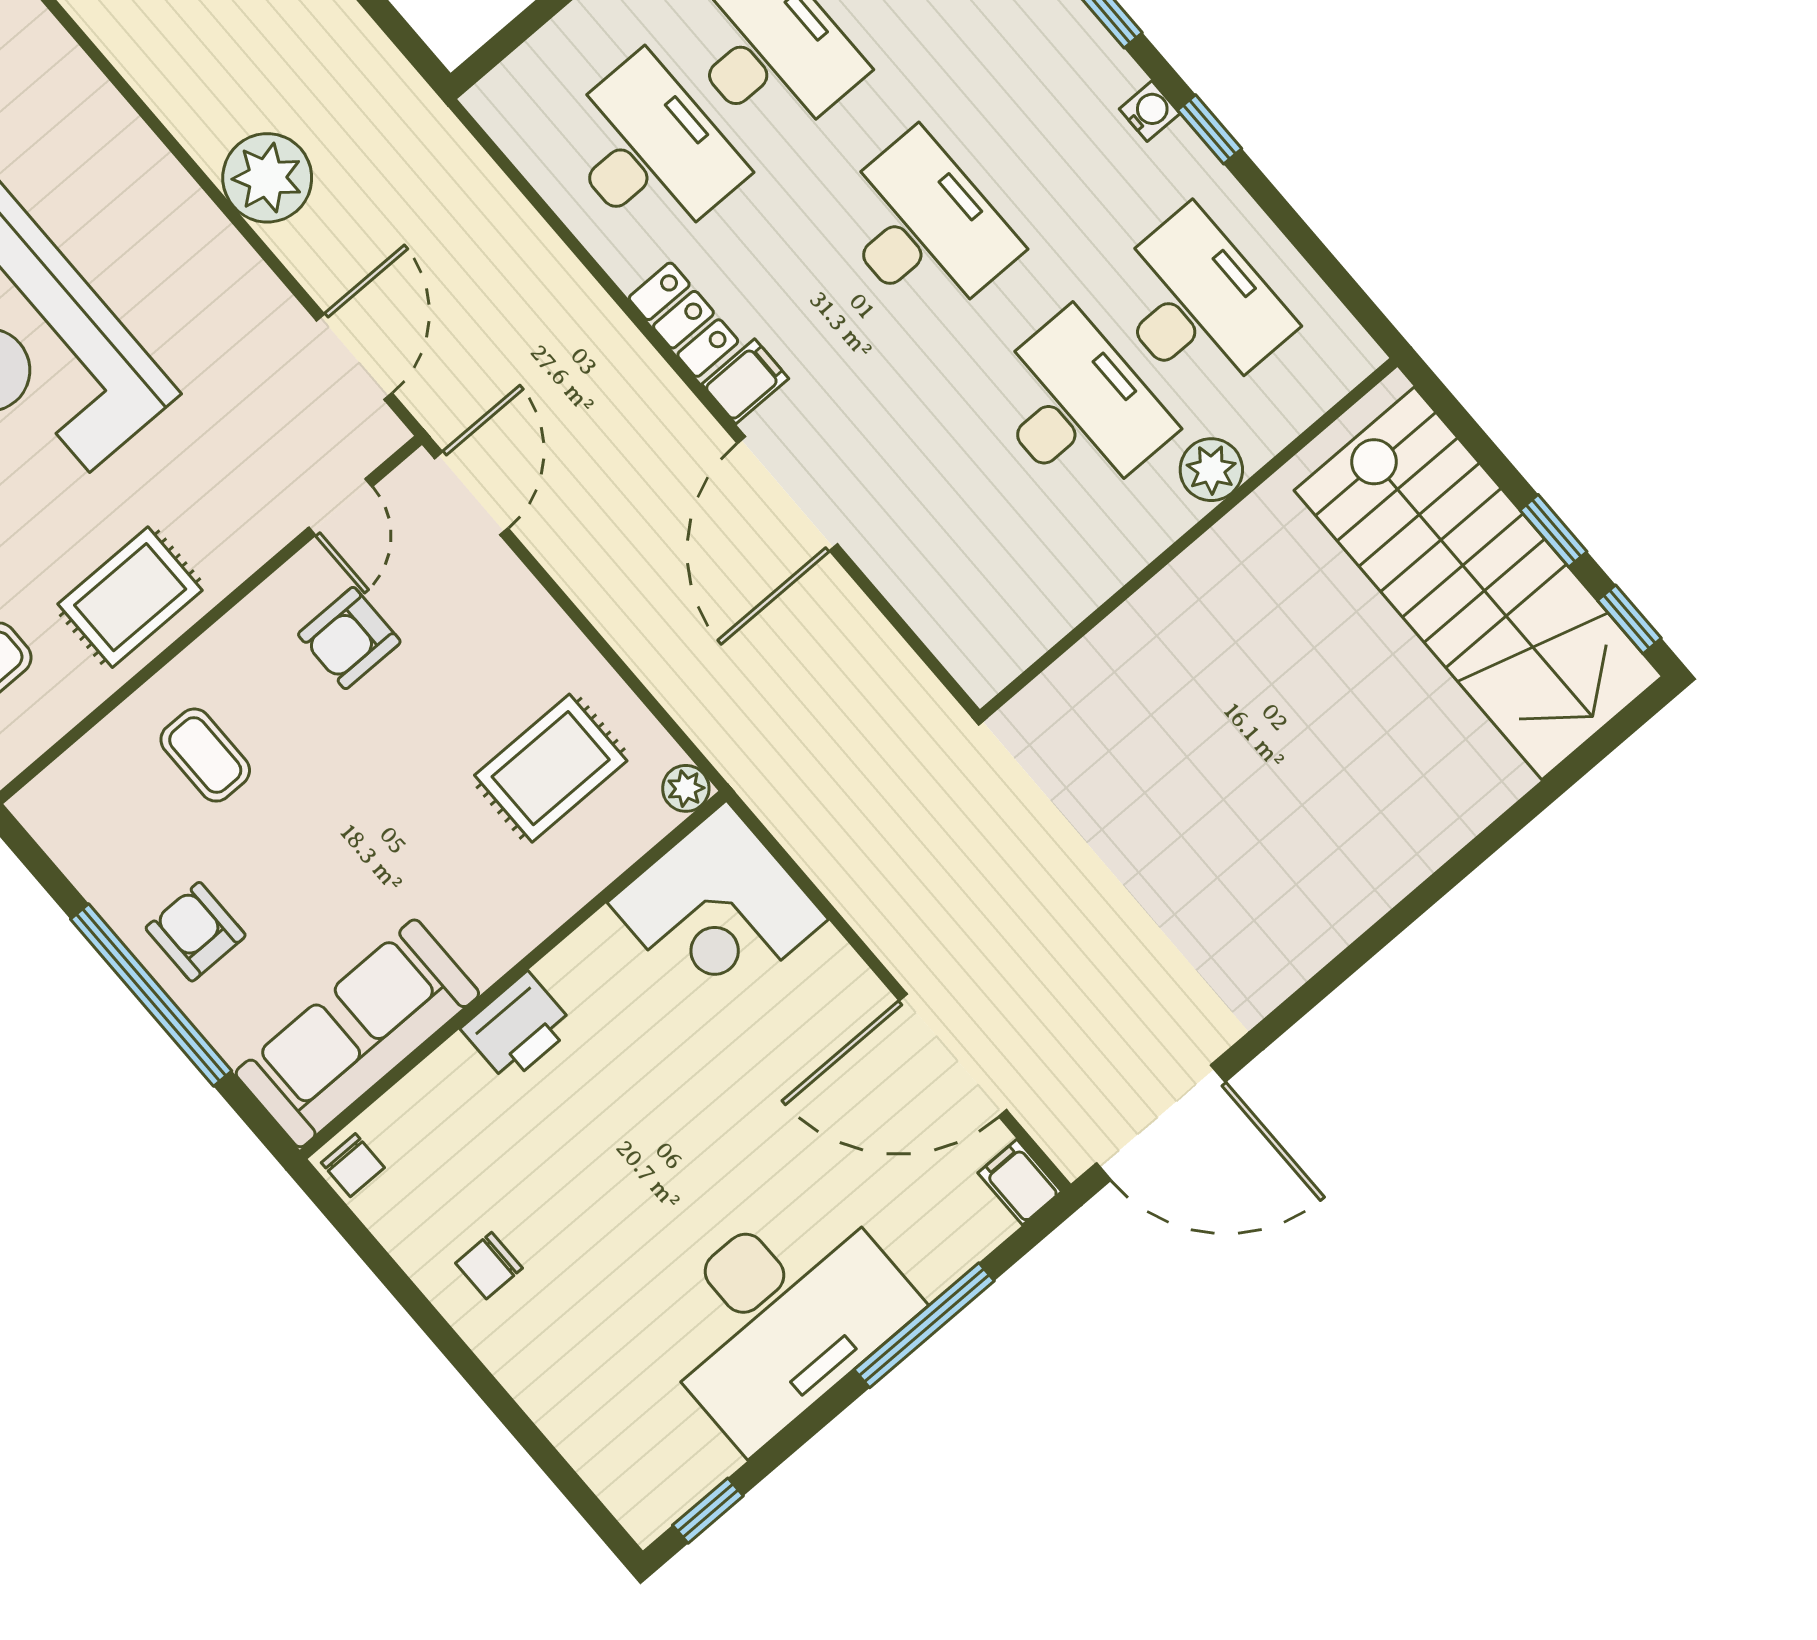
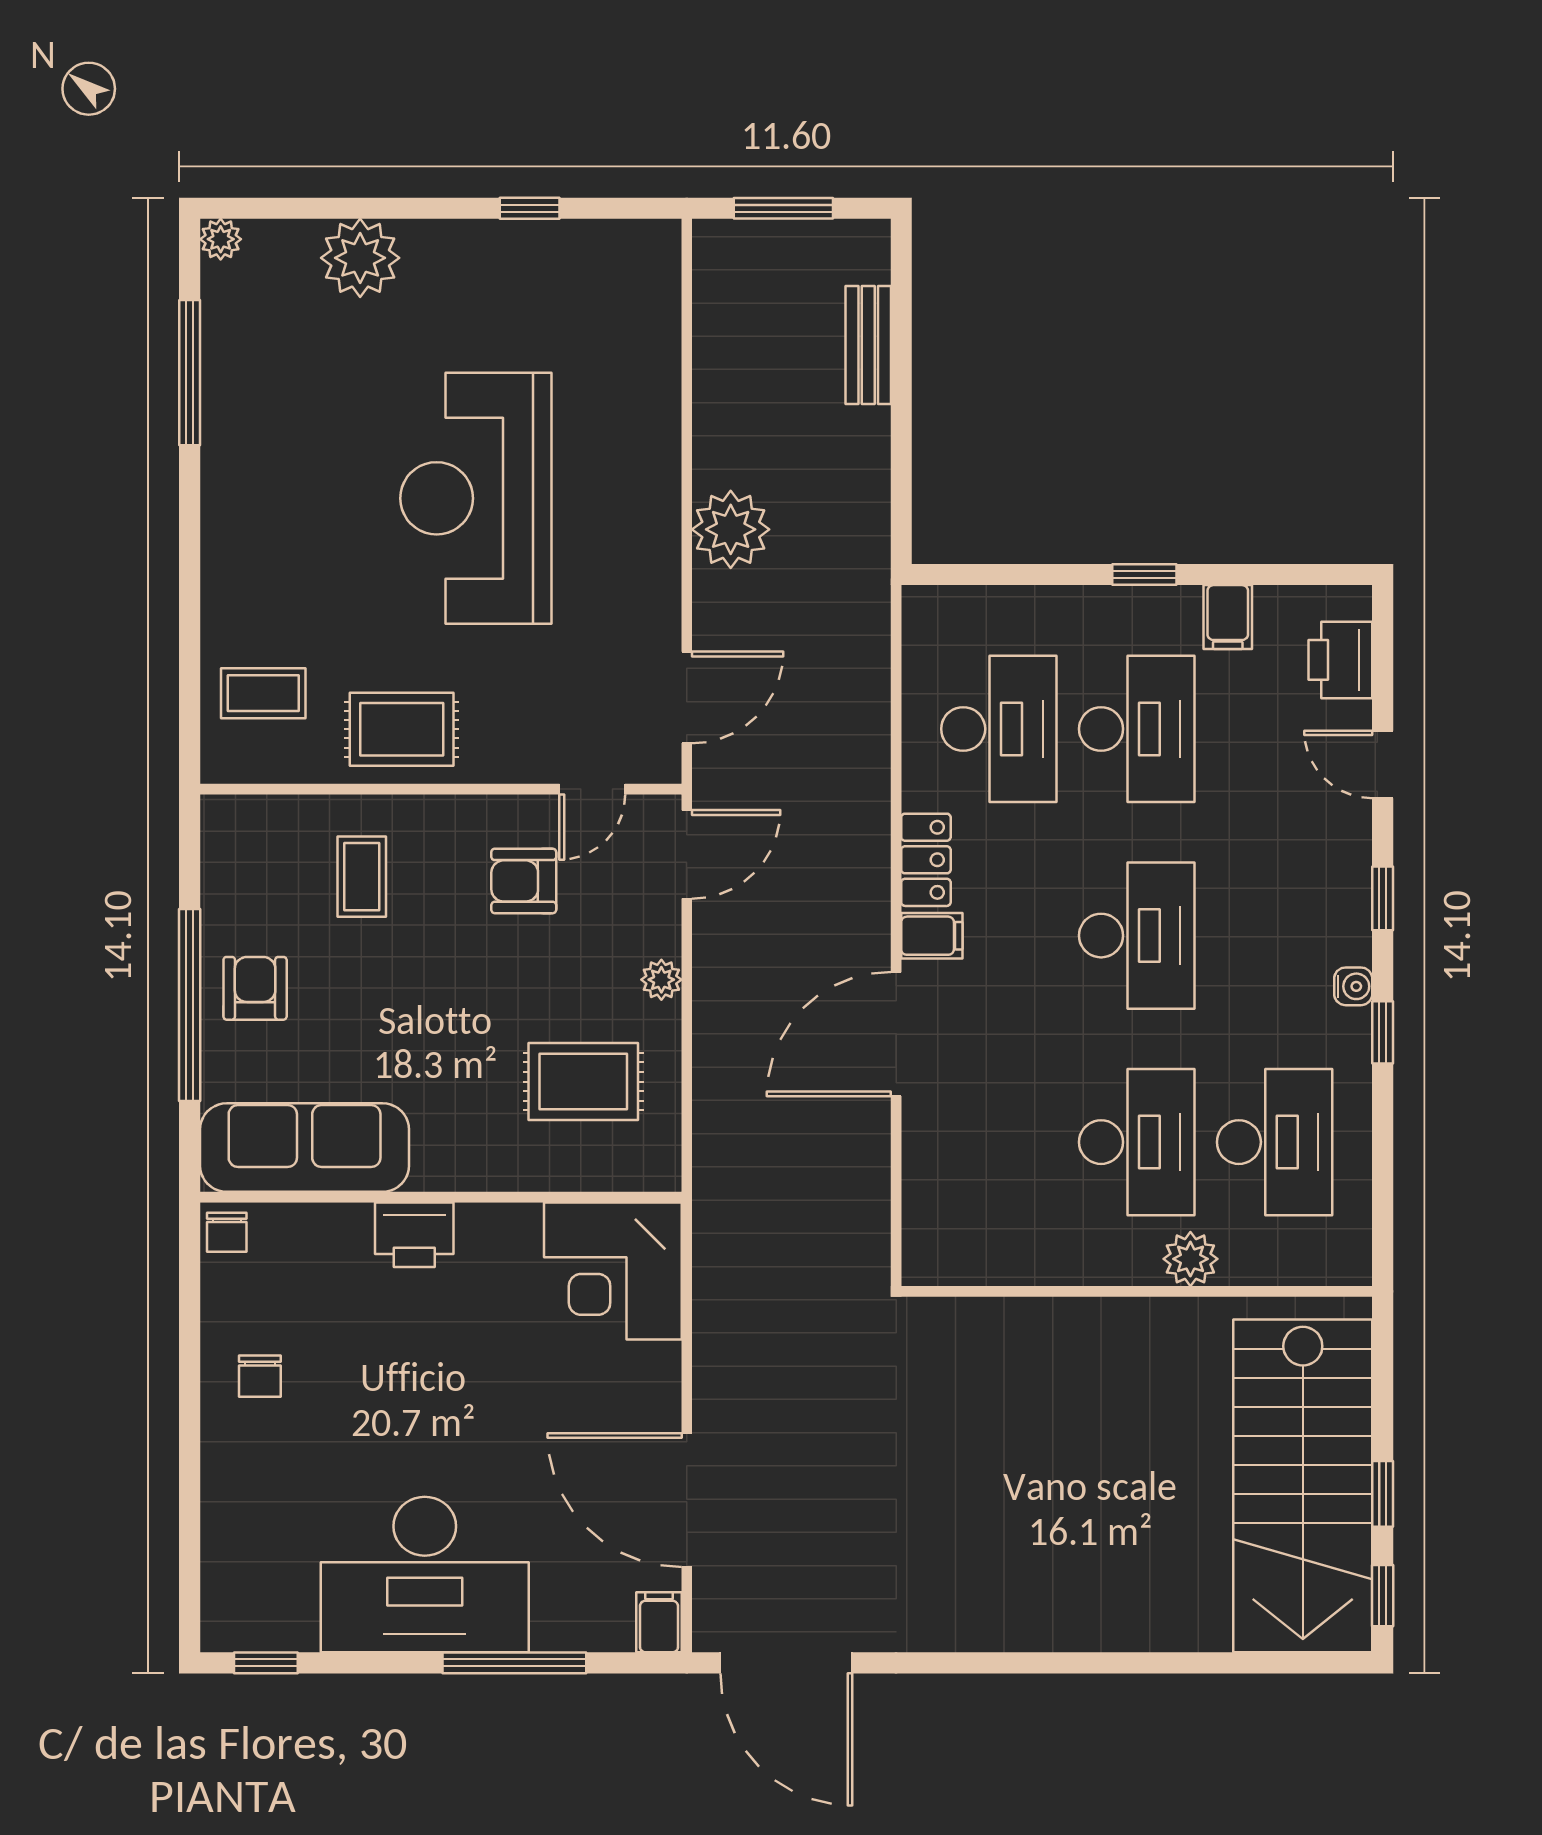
plant: (686, 788) -> (661, 980), moved
chair: (489, 1266) -> (260, 1376), turned -90

